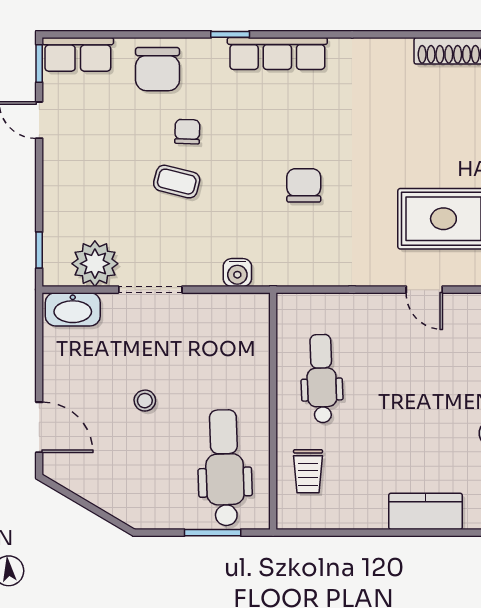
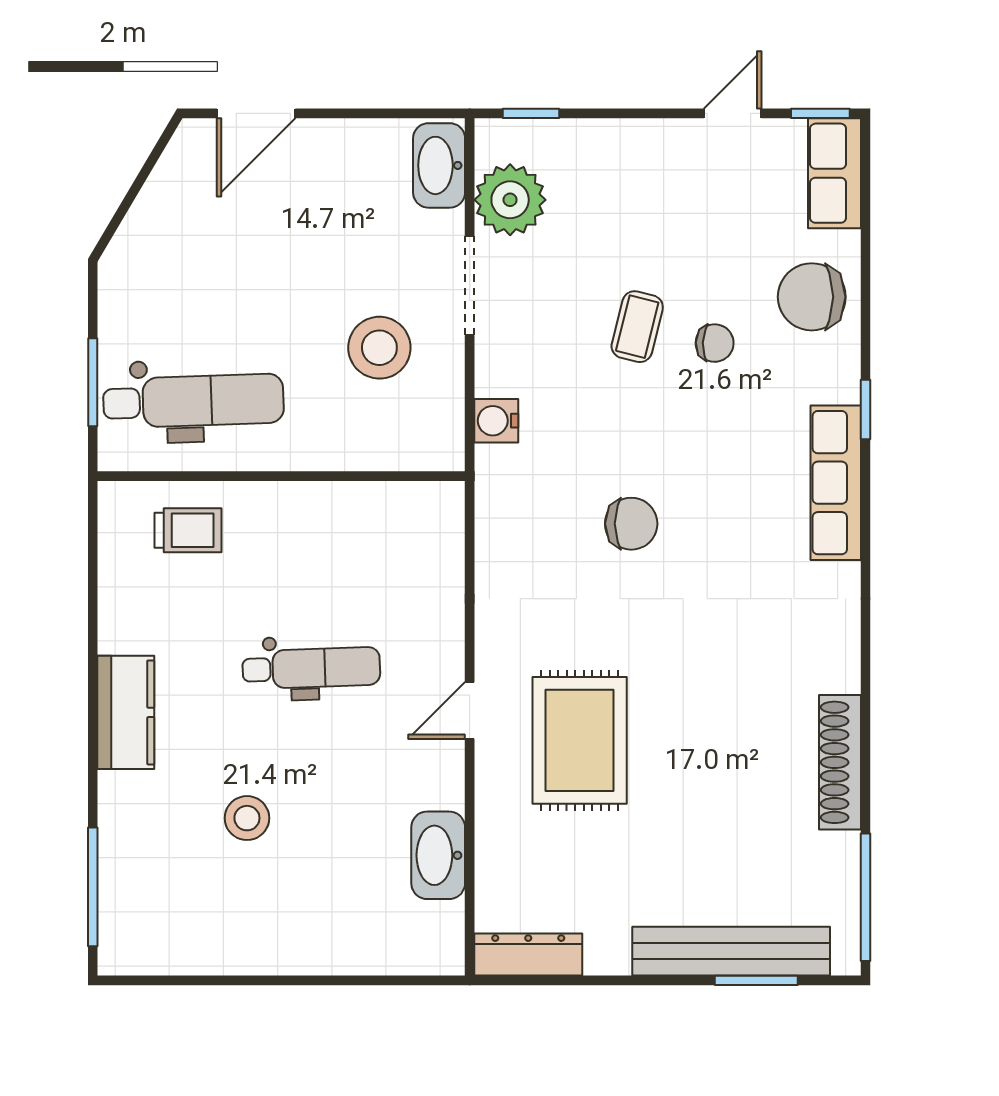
dental chair: (322, 379) -> (311, 668), moved
stool: (145, 401) -> (379, 348), moved, width x1.89, depth x1.89
trolley: (308, 471) -> (188, 530), turned 180

